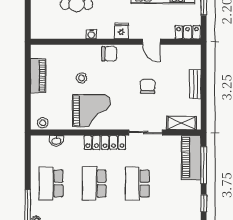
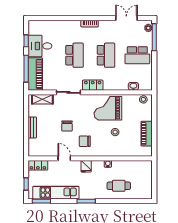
chair: (109, 54) -> (85, 141), moved
locker: (105, 142) -> (93, 85), width x0.66
school desk: (51, 184) -> (137, 55), turned 90
desk: (185, 196) -> (40, 46), added

